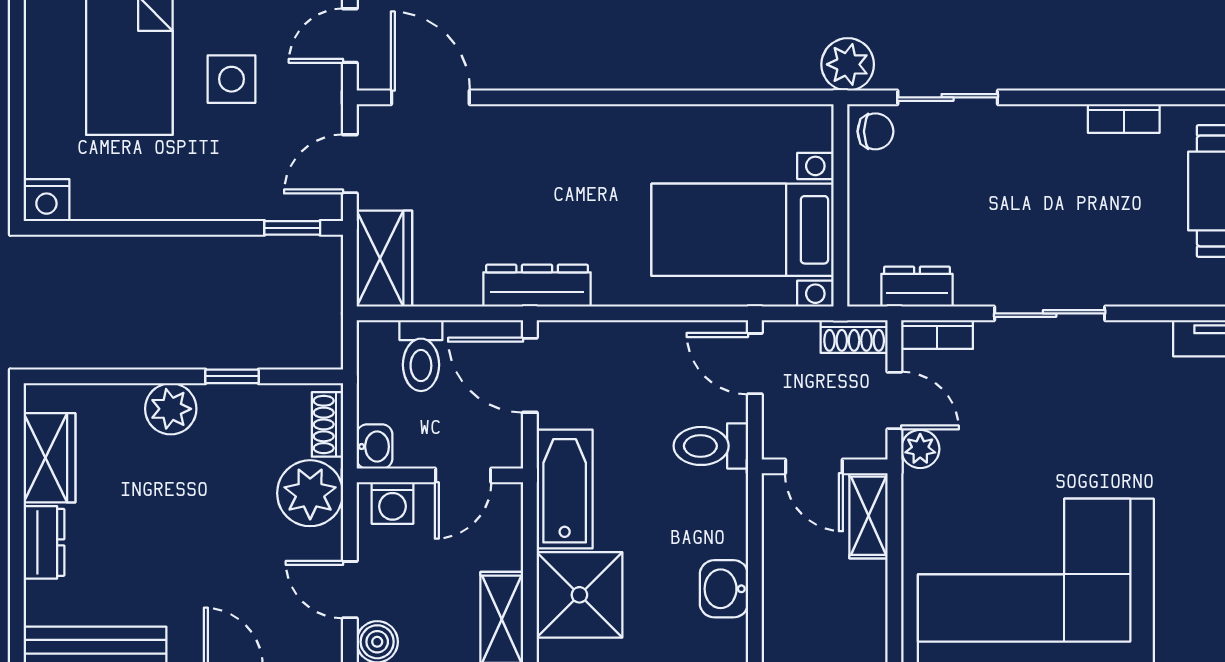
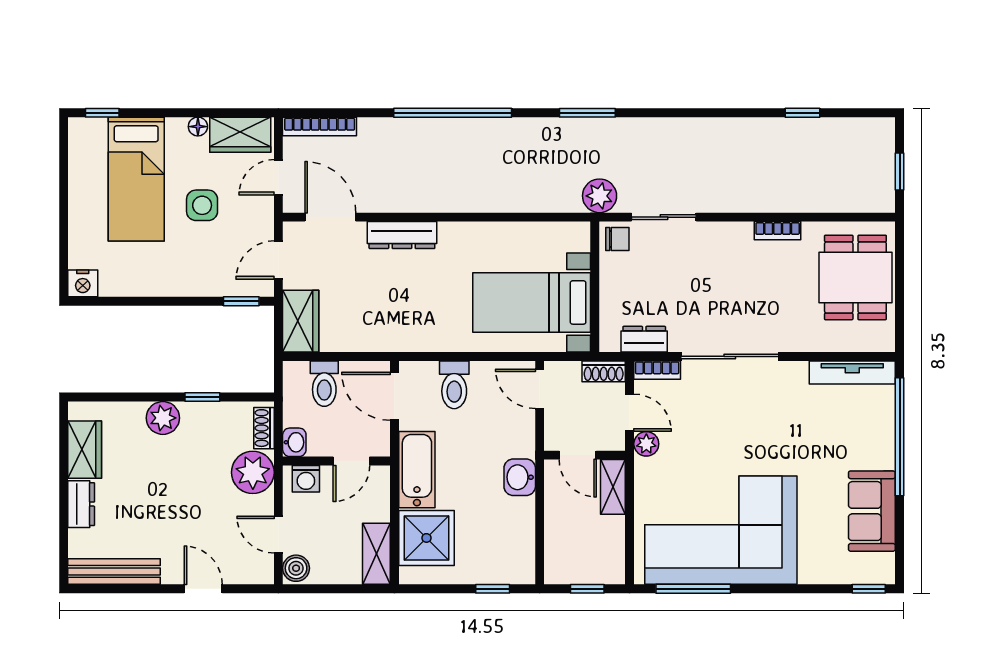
dresser: (537, 286) -> (402, 235), moved, turned 180
sliding door: (1050, 313) -> (730, 356), width x1.37
toilet: (711, 446) -> (454, 385), moved, turned -90
washbasin: (724, 589) -> (520, 477), moved

